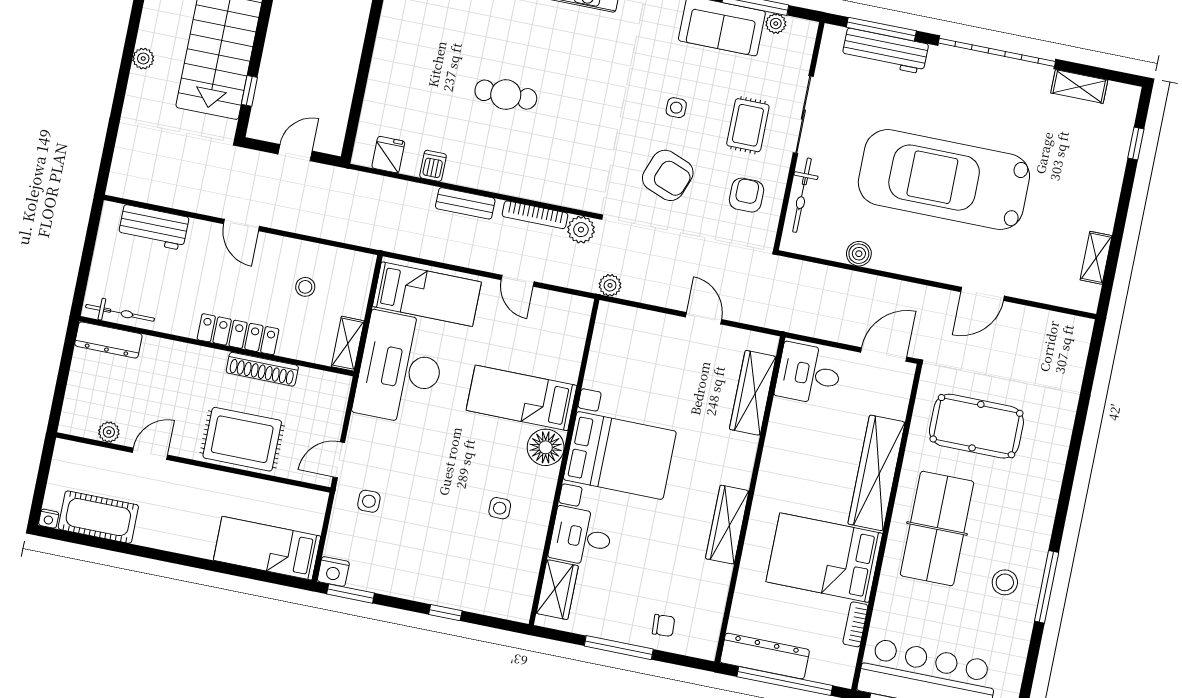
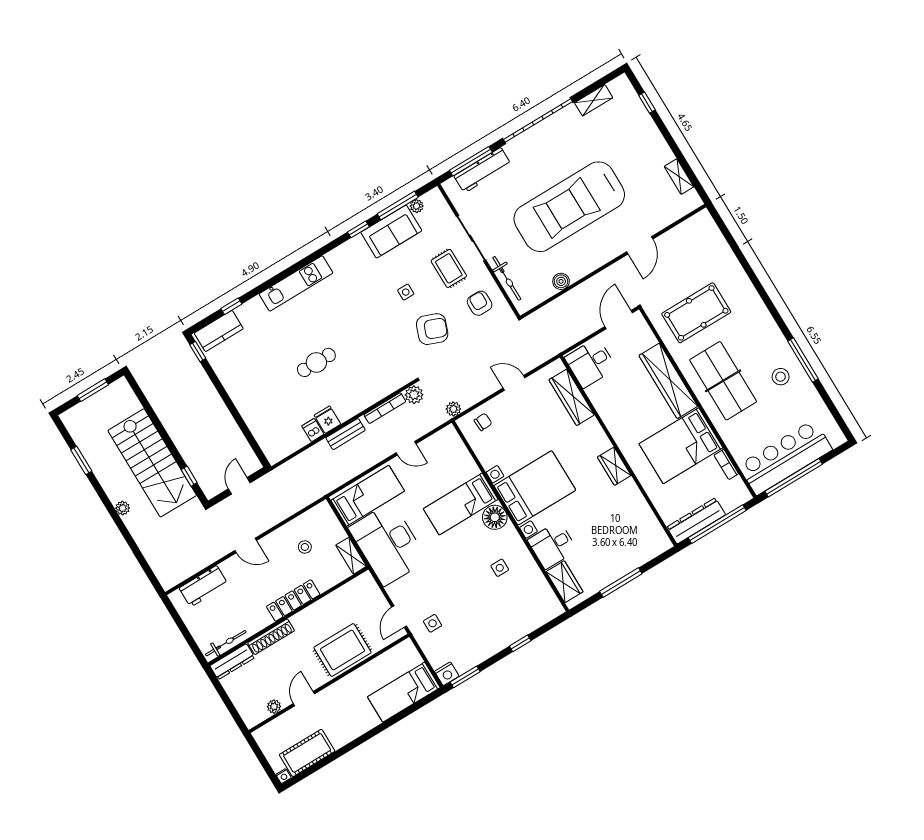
fridge: (388, 155) -> (327, 420), moved
shoe rack: (262, 369) -> (271, 637), moved
wardrobe: (727, 525) -> (614, 466), width x0.67
chair: (664, 625) -> (483, 422), moved

